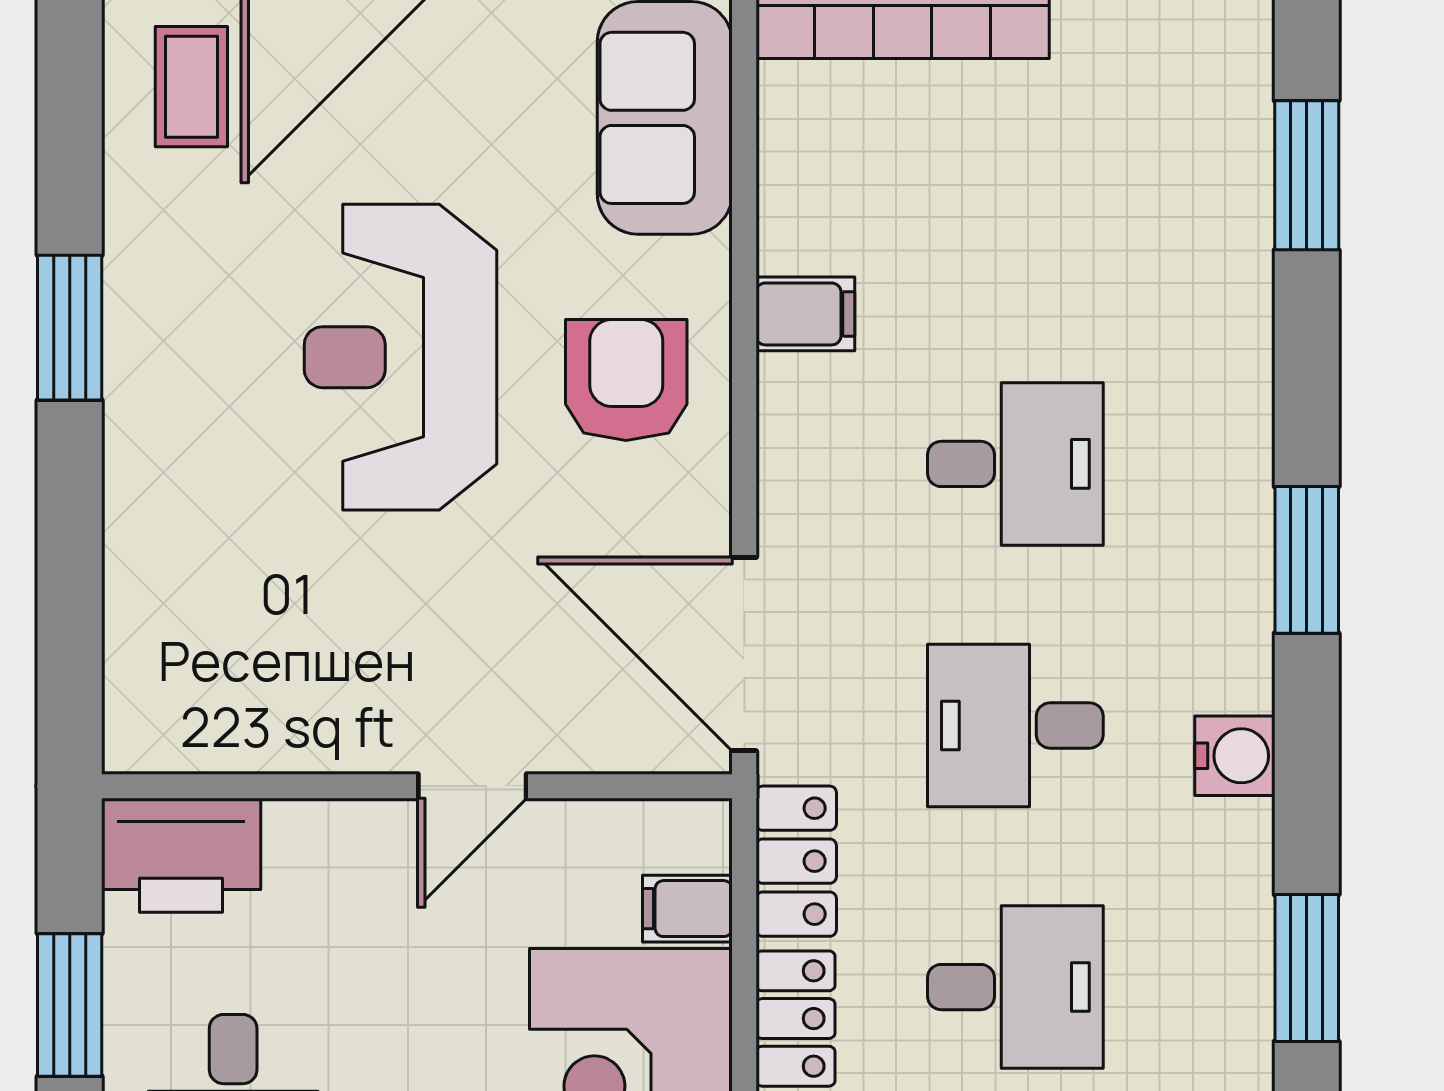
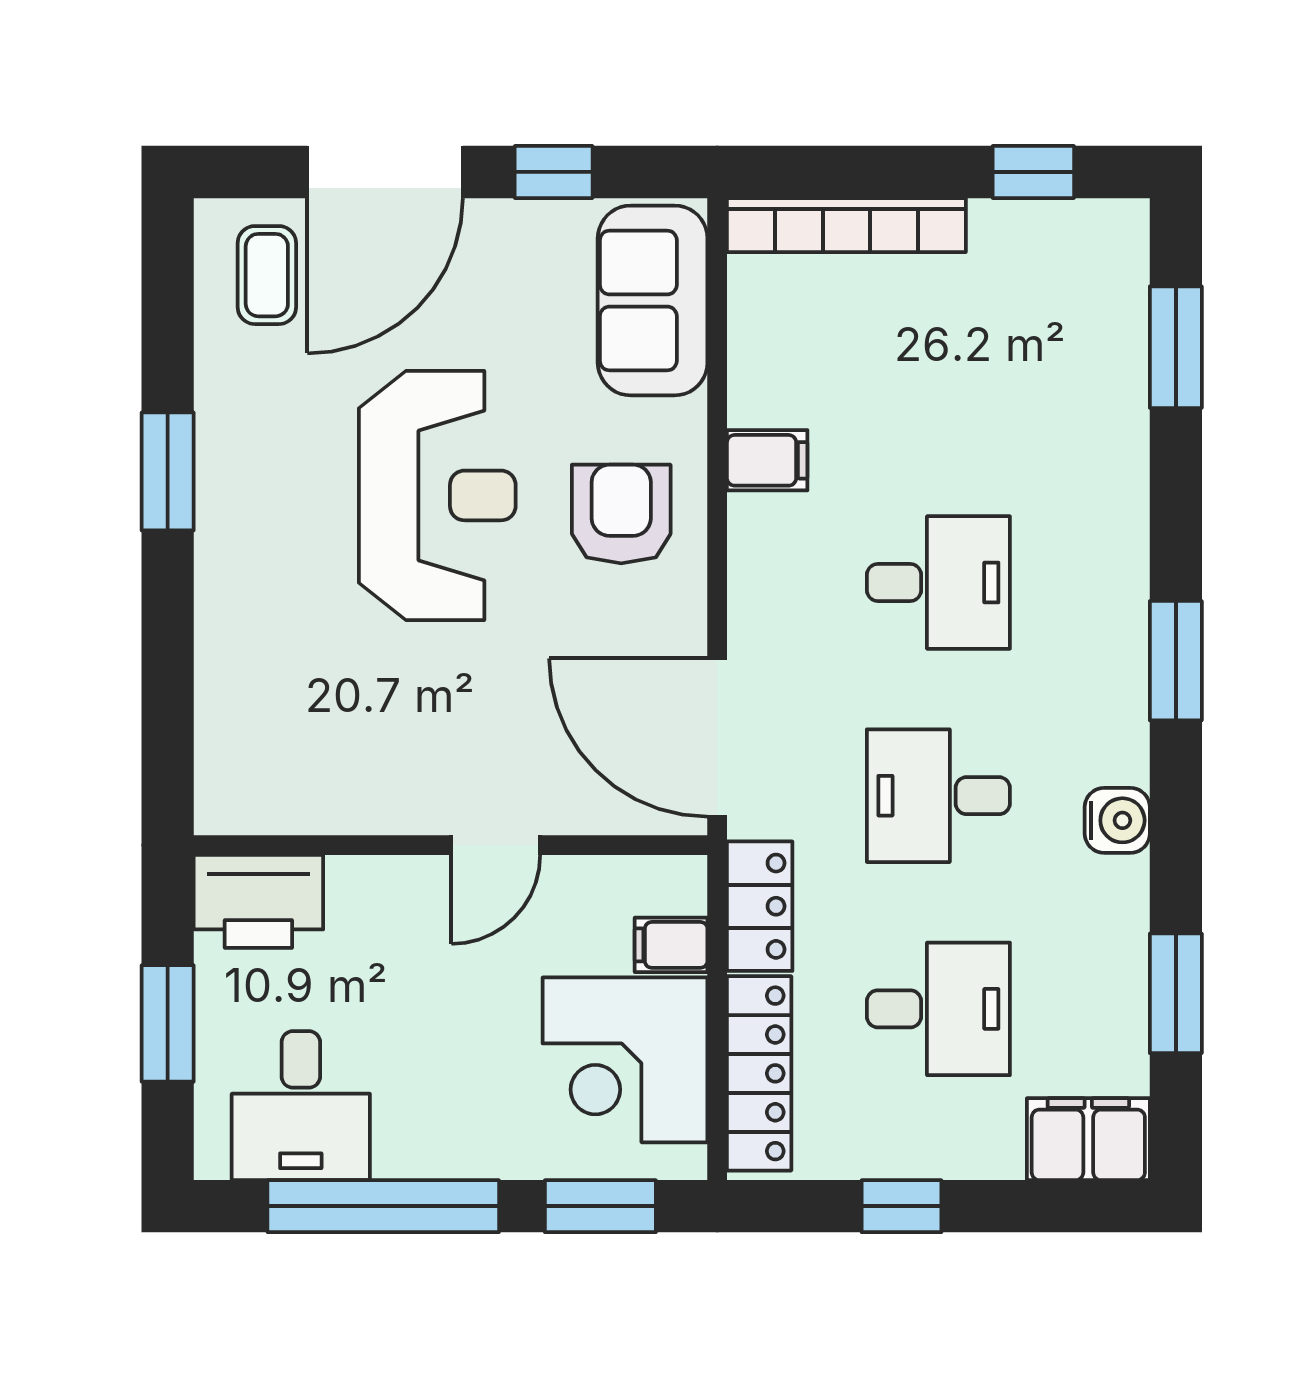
reception desk: (401, 357) -> (437, 495), turned 180

